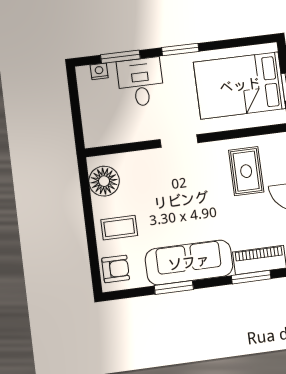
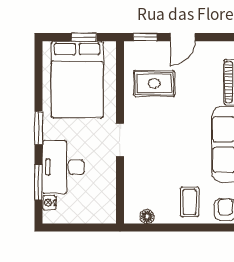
desk: (141, 82) -> (63, 167), width x1.37
floor lamp: (104, 181) -> (147, 216), width x0.53, depth x0.53

